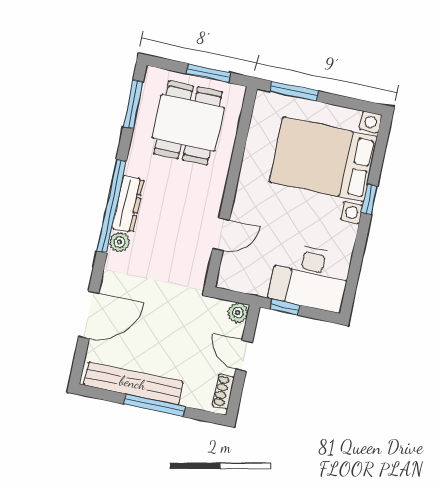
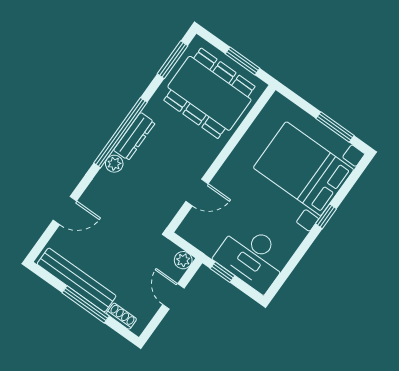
window: (294, 91) -> (335, 127), moved
dining table: (188, 123) -> (209, 93), width x1.38
door: (89, 315) -> (65, 211), width x0.73
shoe rack: (223, 391) -> (121, 316), moved, turned 90

